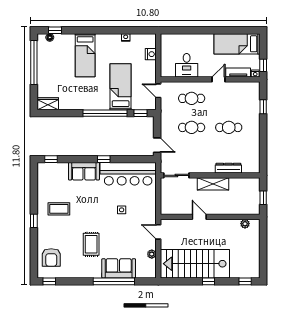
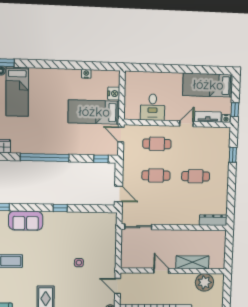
bed: (85, 55) -> (17, 92), moved
bed: (121, 87) -> (94, 112), moved, turned -90
window: (105, 113) -> (45, 157), moved
dresser: (228, 168) -> (213, 220), moved
sofa: (84, 171) -> (26, 221), moved
bar counter: (128, 174) -> (87, 224), removed
shelving: (213, 184) -> (192, 262), moved
window: (263, 198) -> (229, 251), removed
plant: (245, 224) -> (204, 282), width x1.87, depth x1.87

